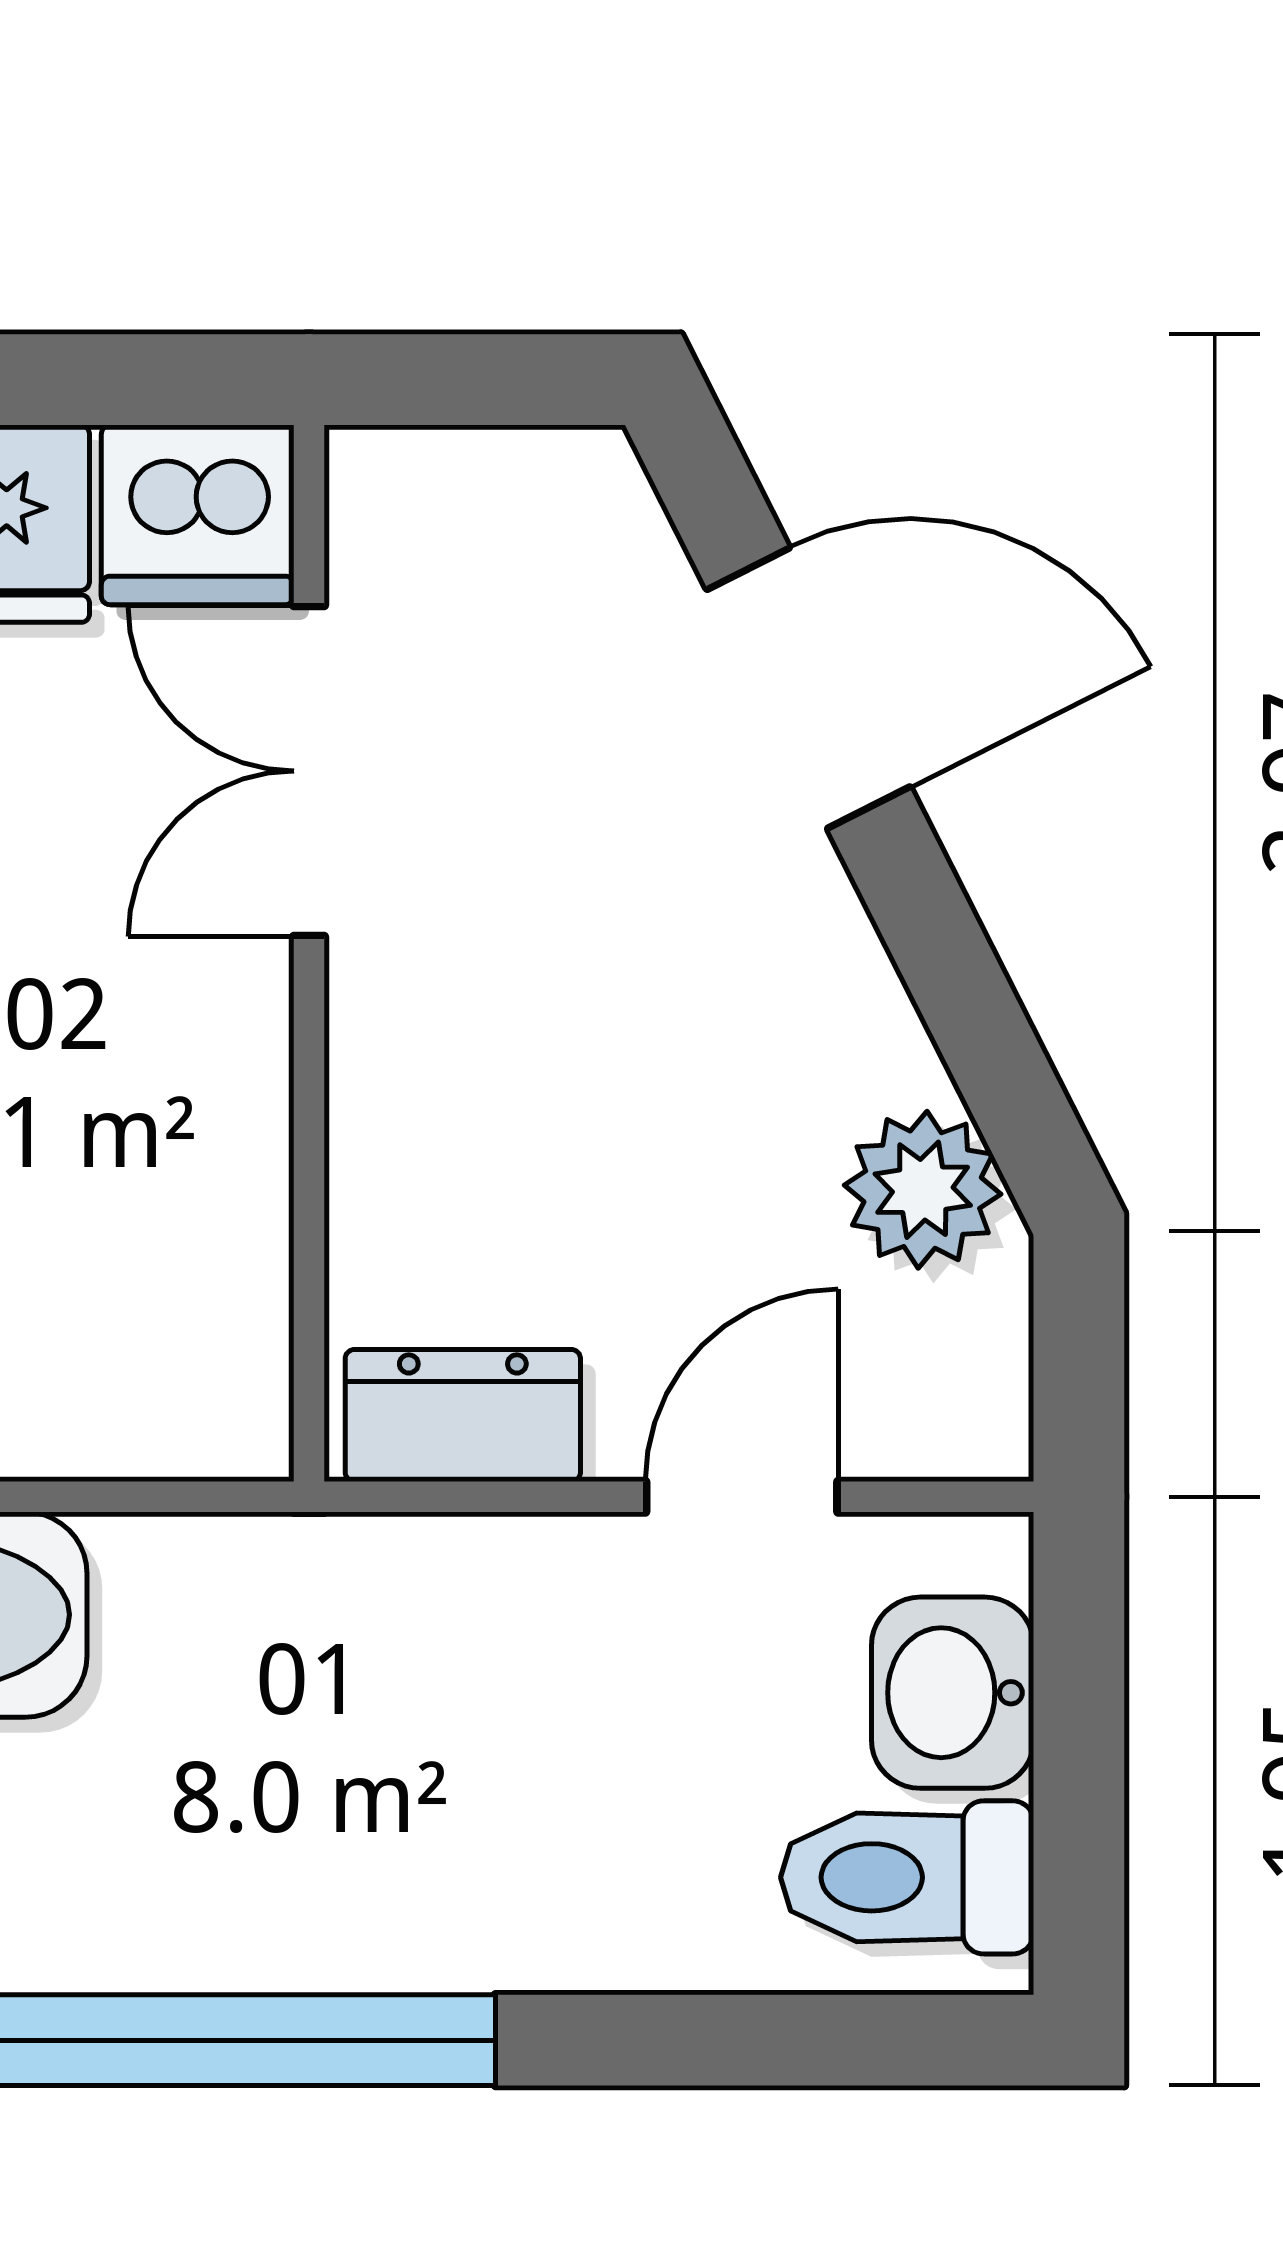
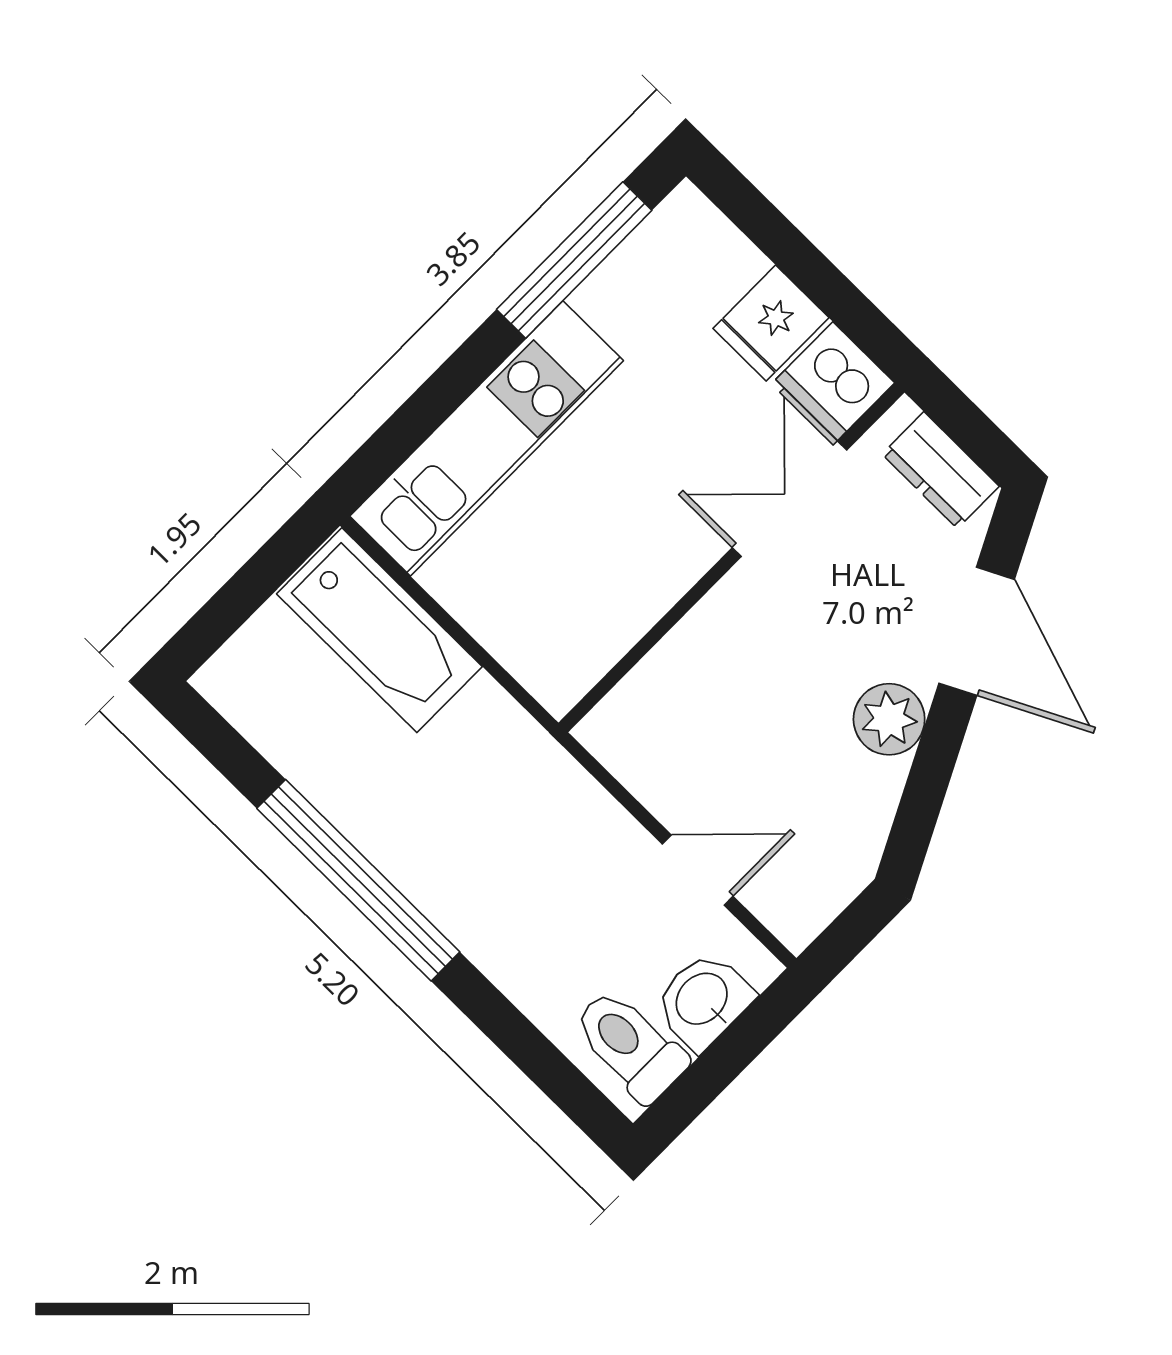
plant: (923, 1190) -> (889, 719), moved
dresser: (463, 1415) -> (941, 470), moved, turned 180

